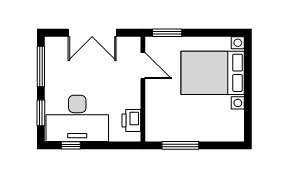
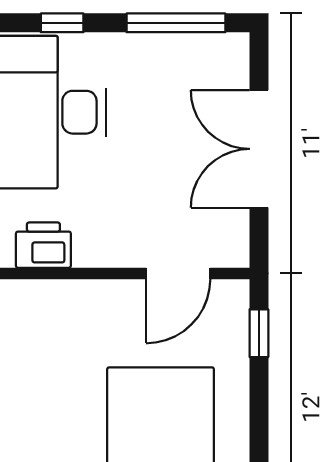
window: (167, 33) -> (259, 333), width x0.67
window: (41, 113) -> (62, 23), width x0.67

